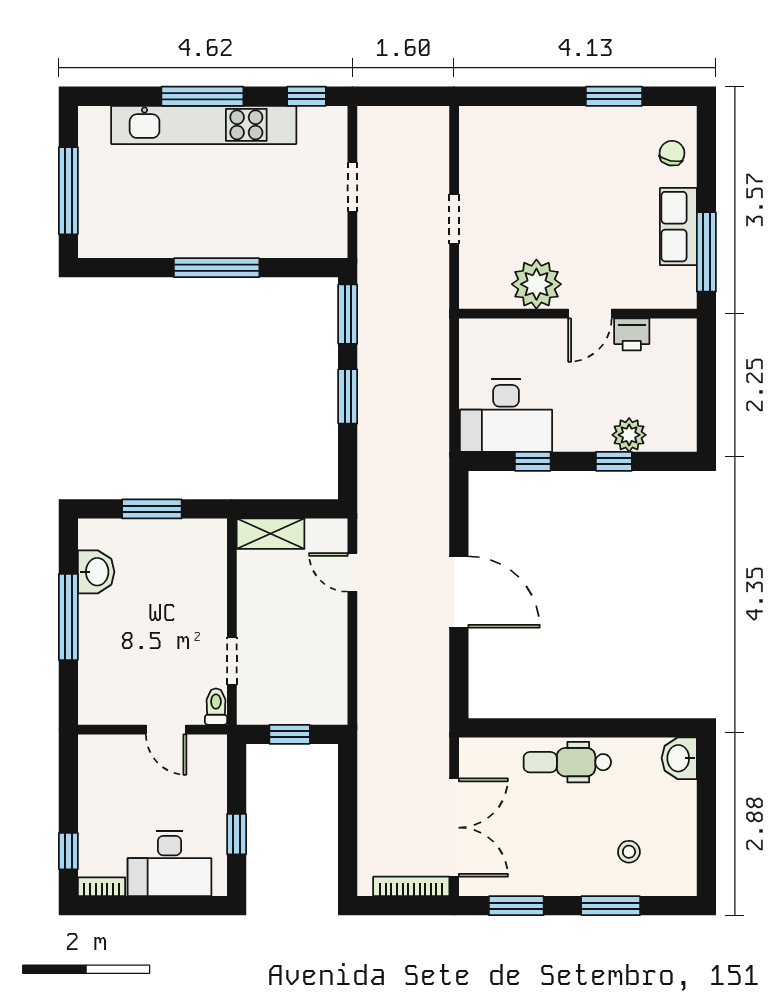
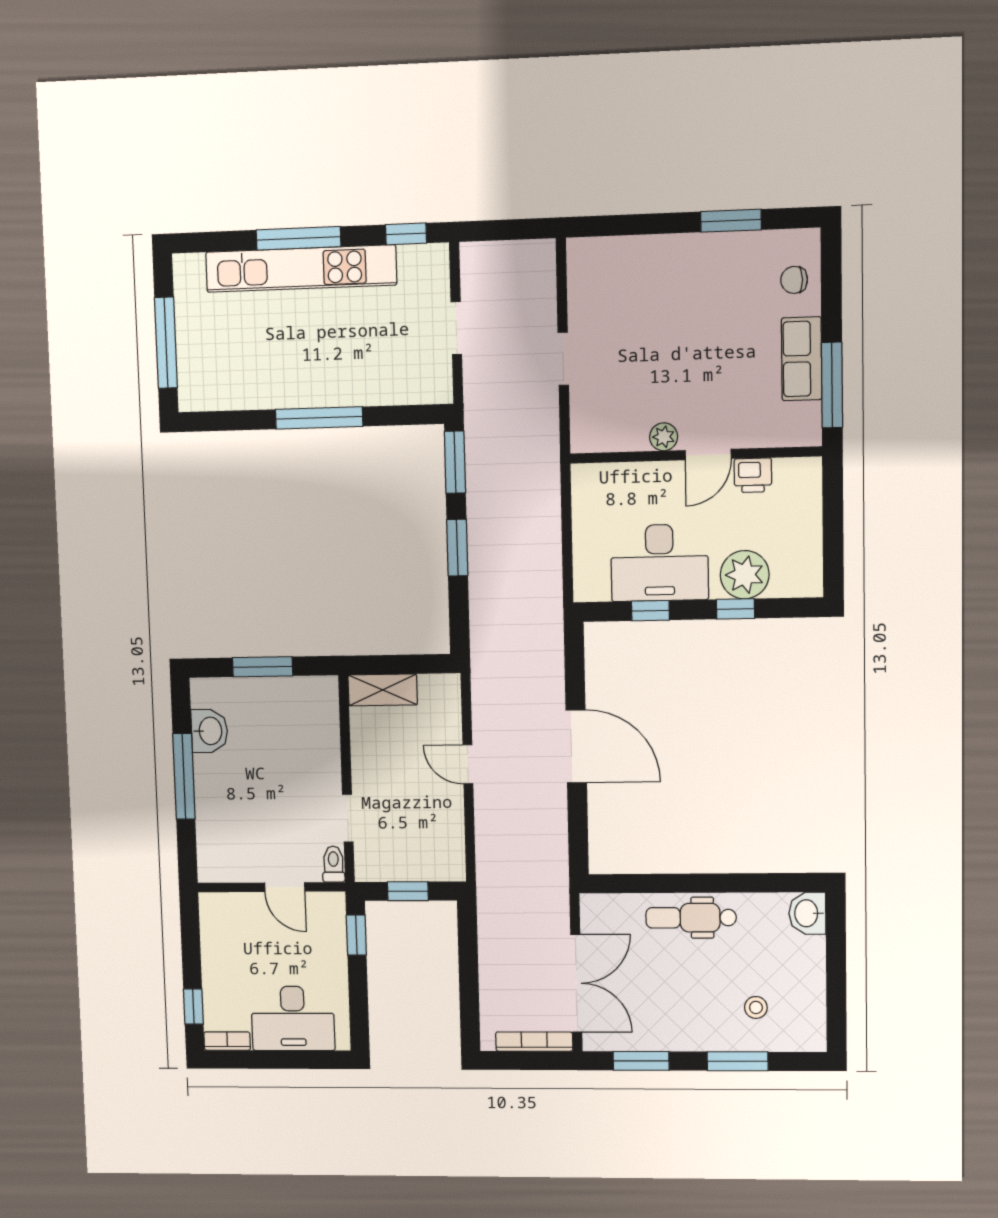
chair: (672, 153) -> (794, 280), turned -102
plant: (536, 284) -> (664, 437), width x0.53, depth x0.53
desk: (506, 415) -> (660, 563), moved
plant: (629, 435) -> (745, 575), width x1.36, depth x1.36
door: (352, 572) -> (468, 764), moved
window: (237, 834) -> (356, 935), moved

